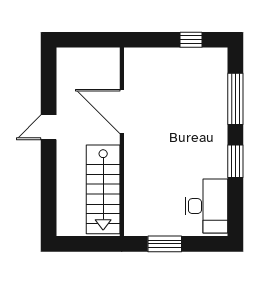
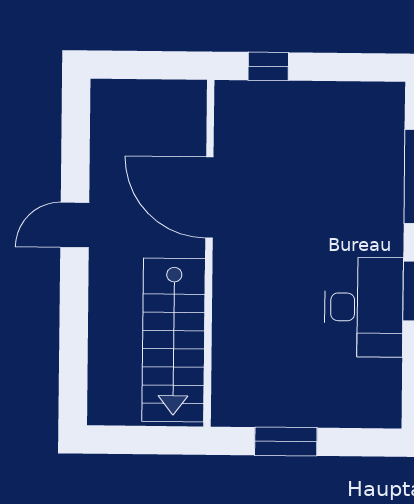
window: (191, 40) -> (268, 66), moved
desk: (206, 206) -> (364, 307), moved

